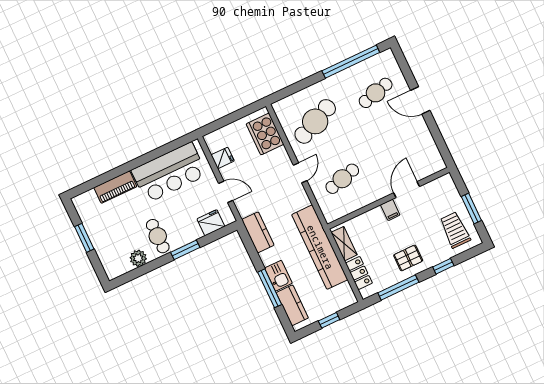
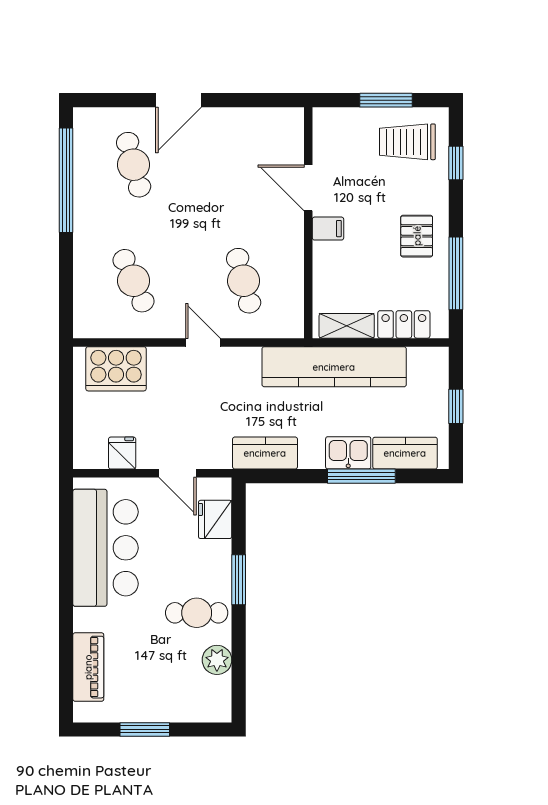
cafe table: (315, 121) -> (134, 281), width x0.73, depth x0.74
piano: (115, 187) -> (88, 667), moved
door: (226, 192) -> (178, 473), swing flipped
window: (443, 266) -> (456, 163), moved

